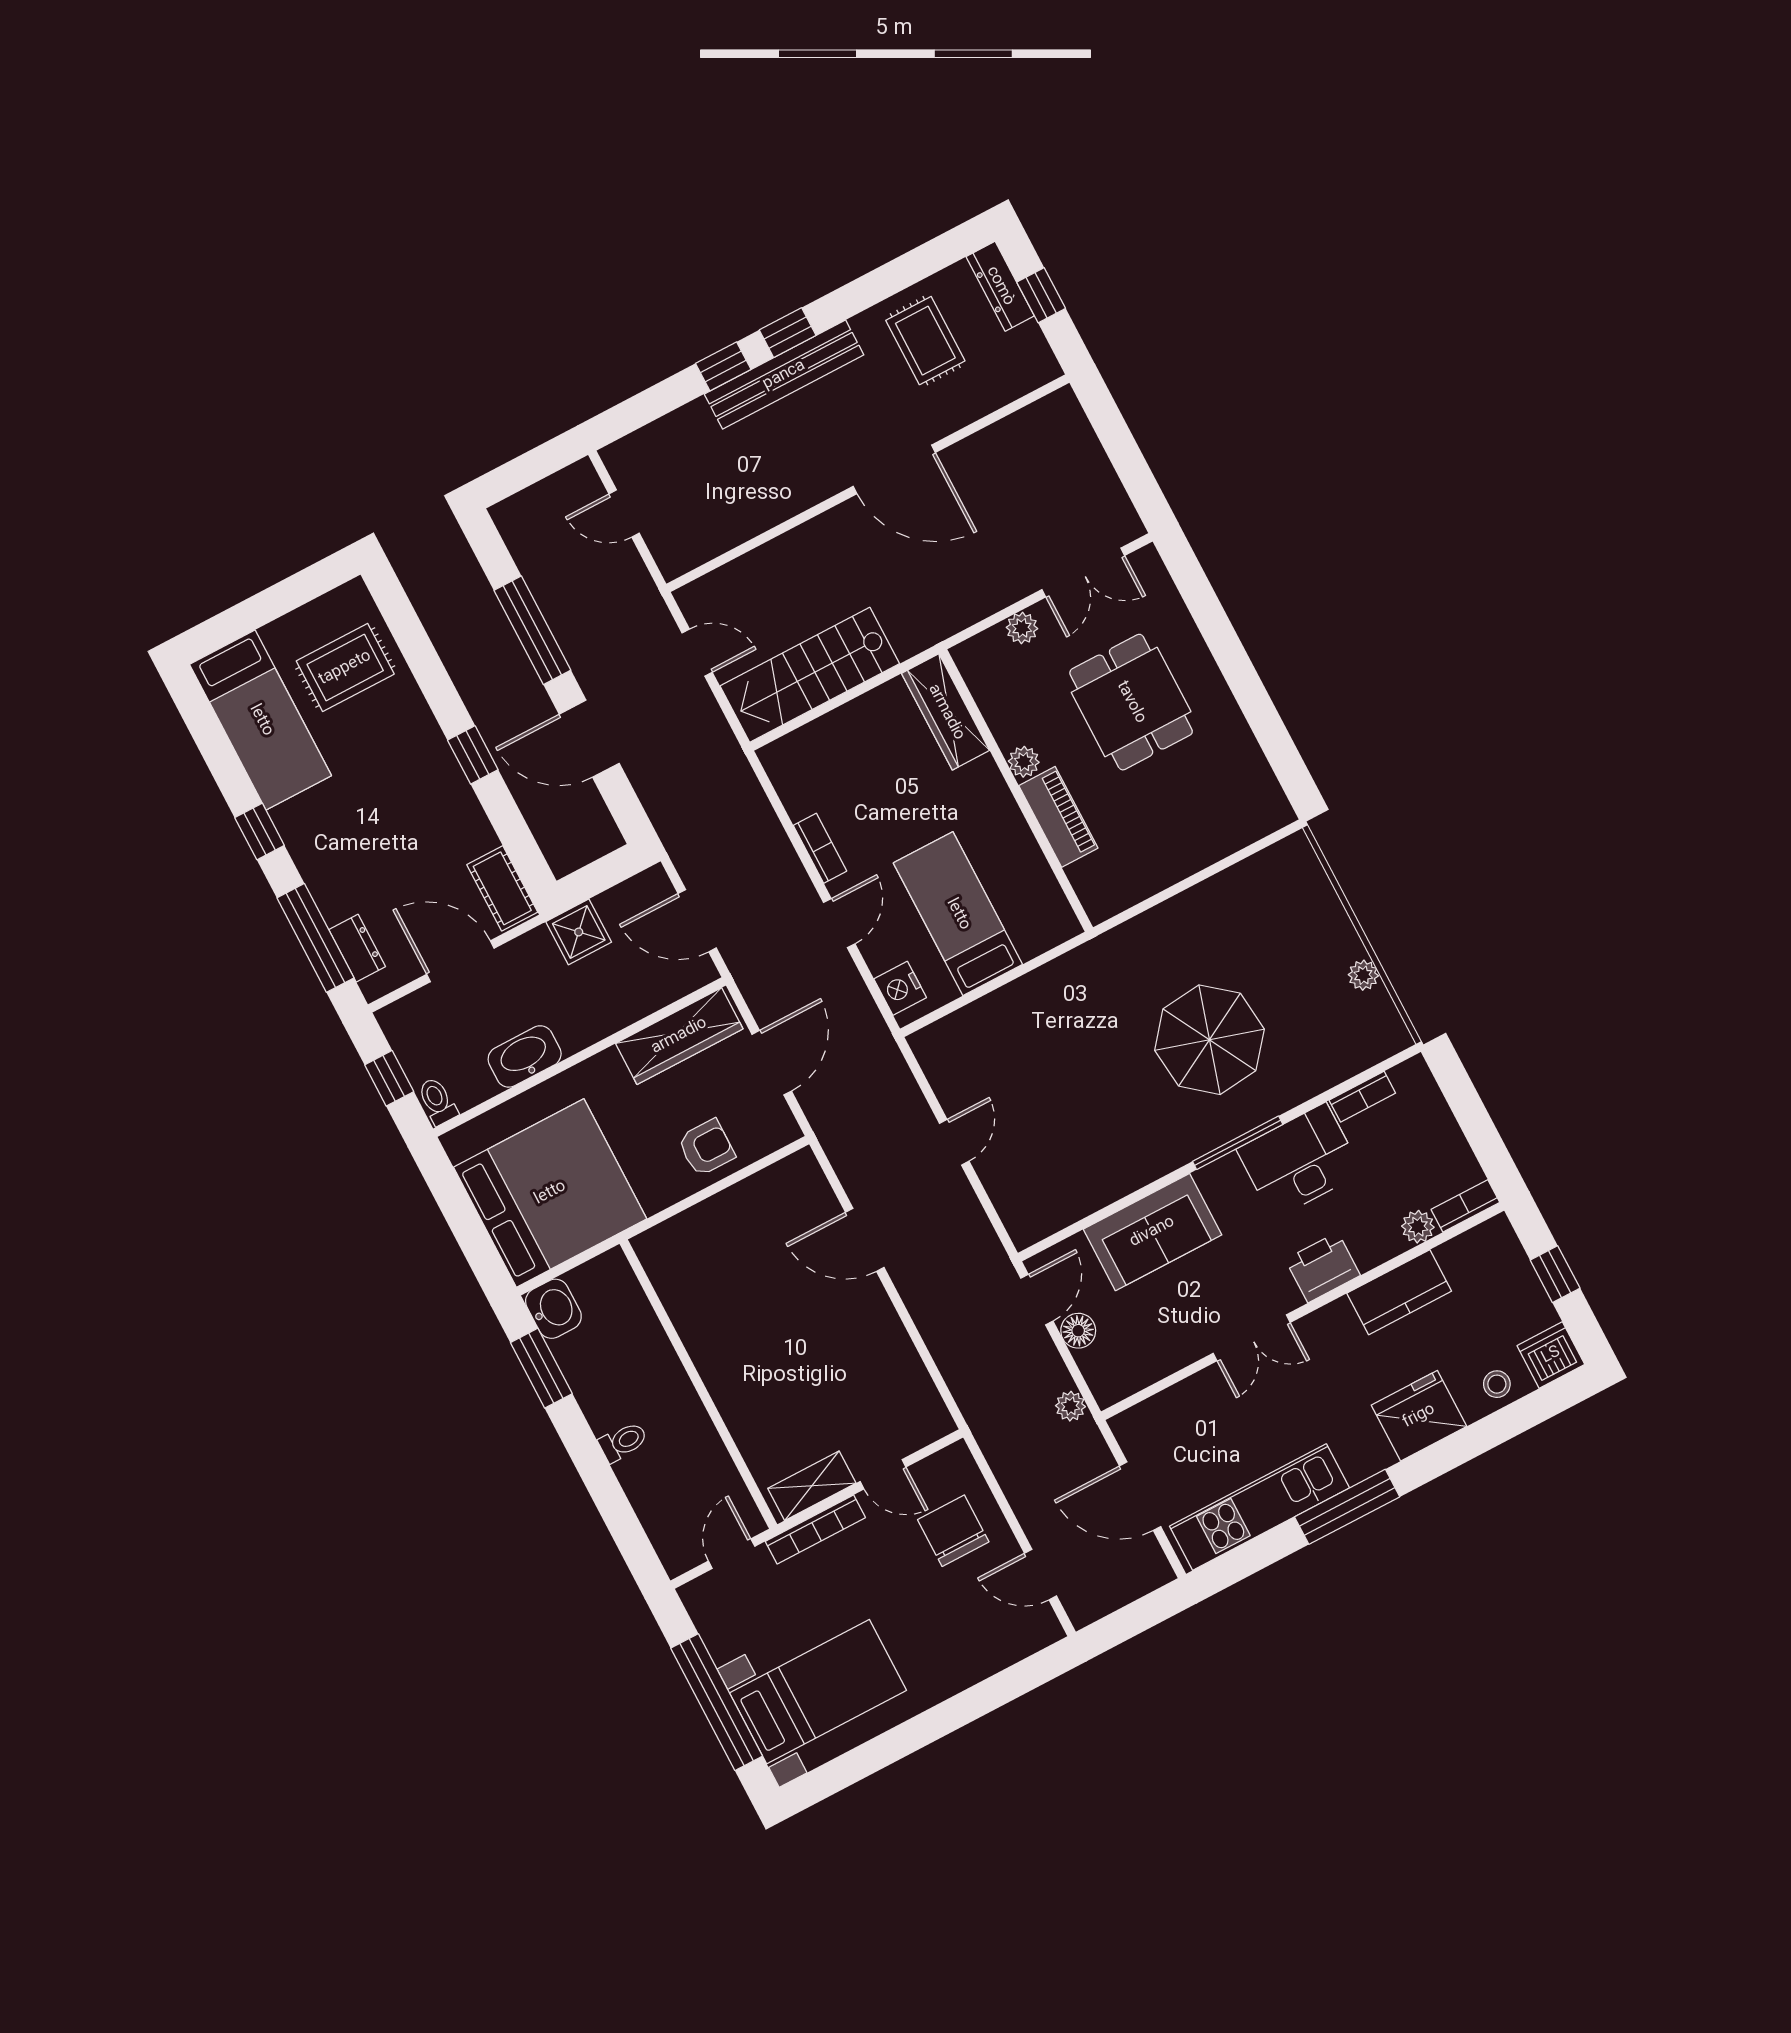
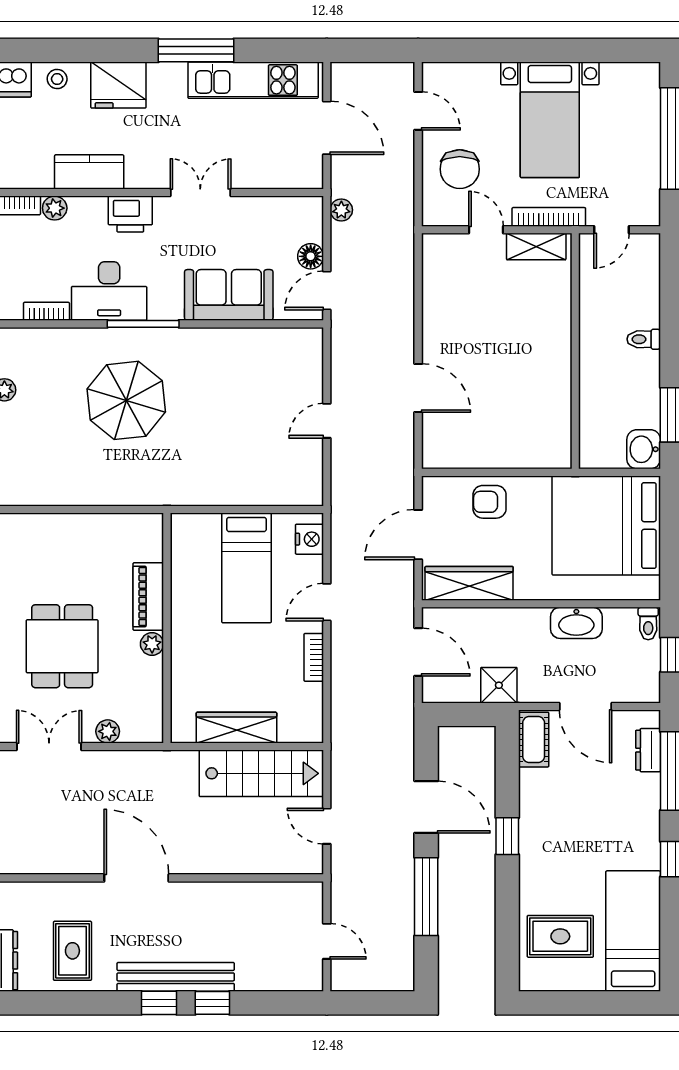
wardrobe: (946, 712) -> (236, 728), moved, turned -90
bed with nightstands: (818, 1692) -> (550, 120), moved, turned -90

